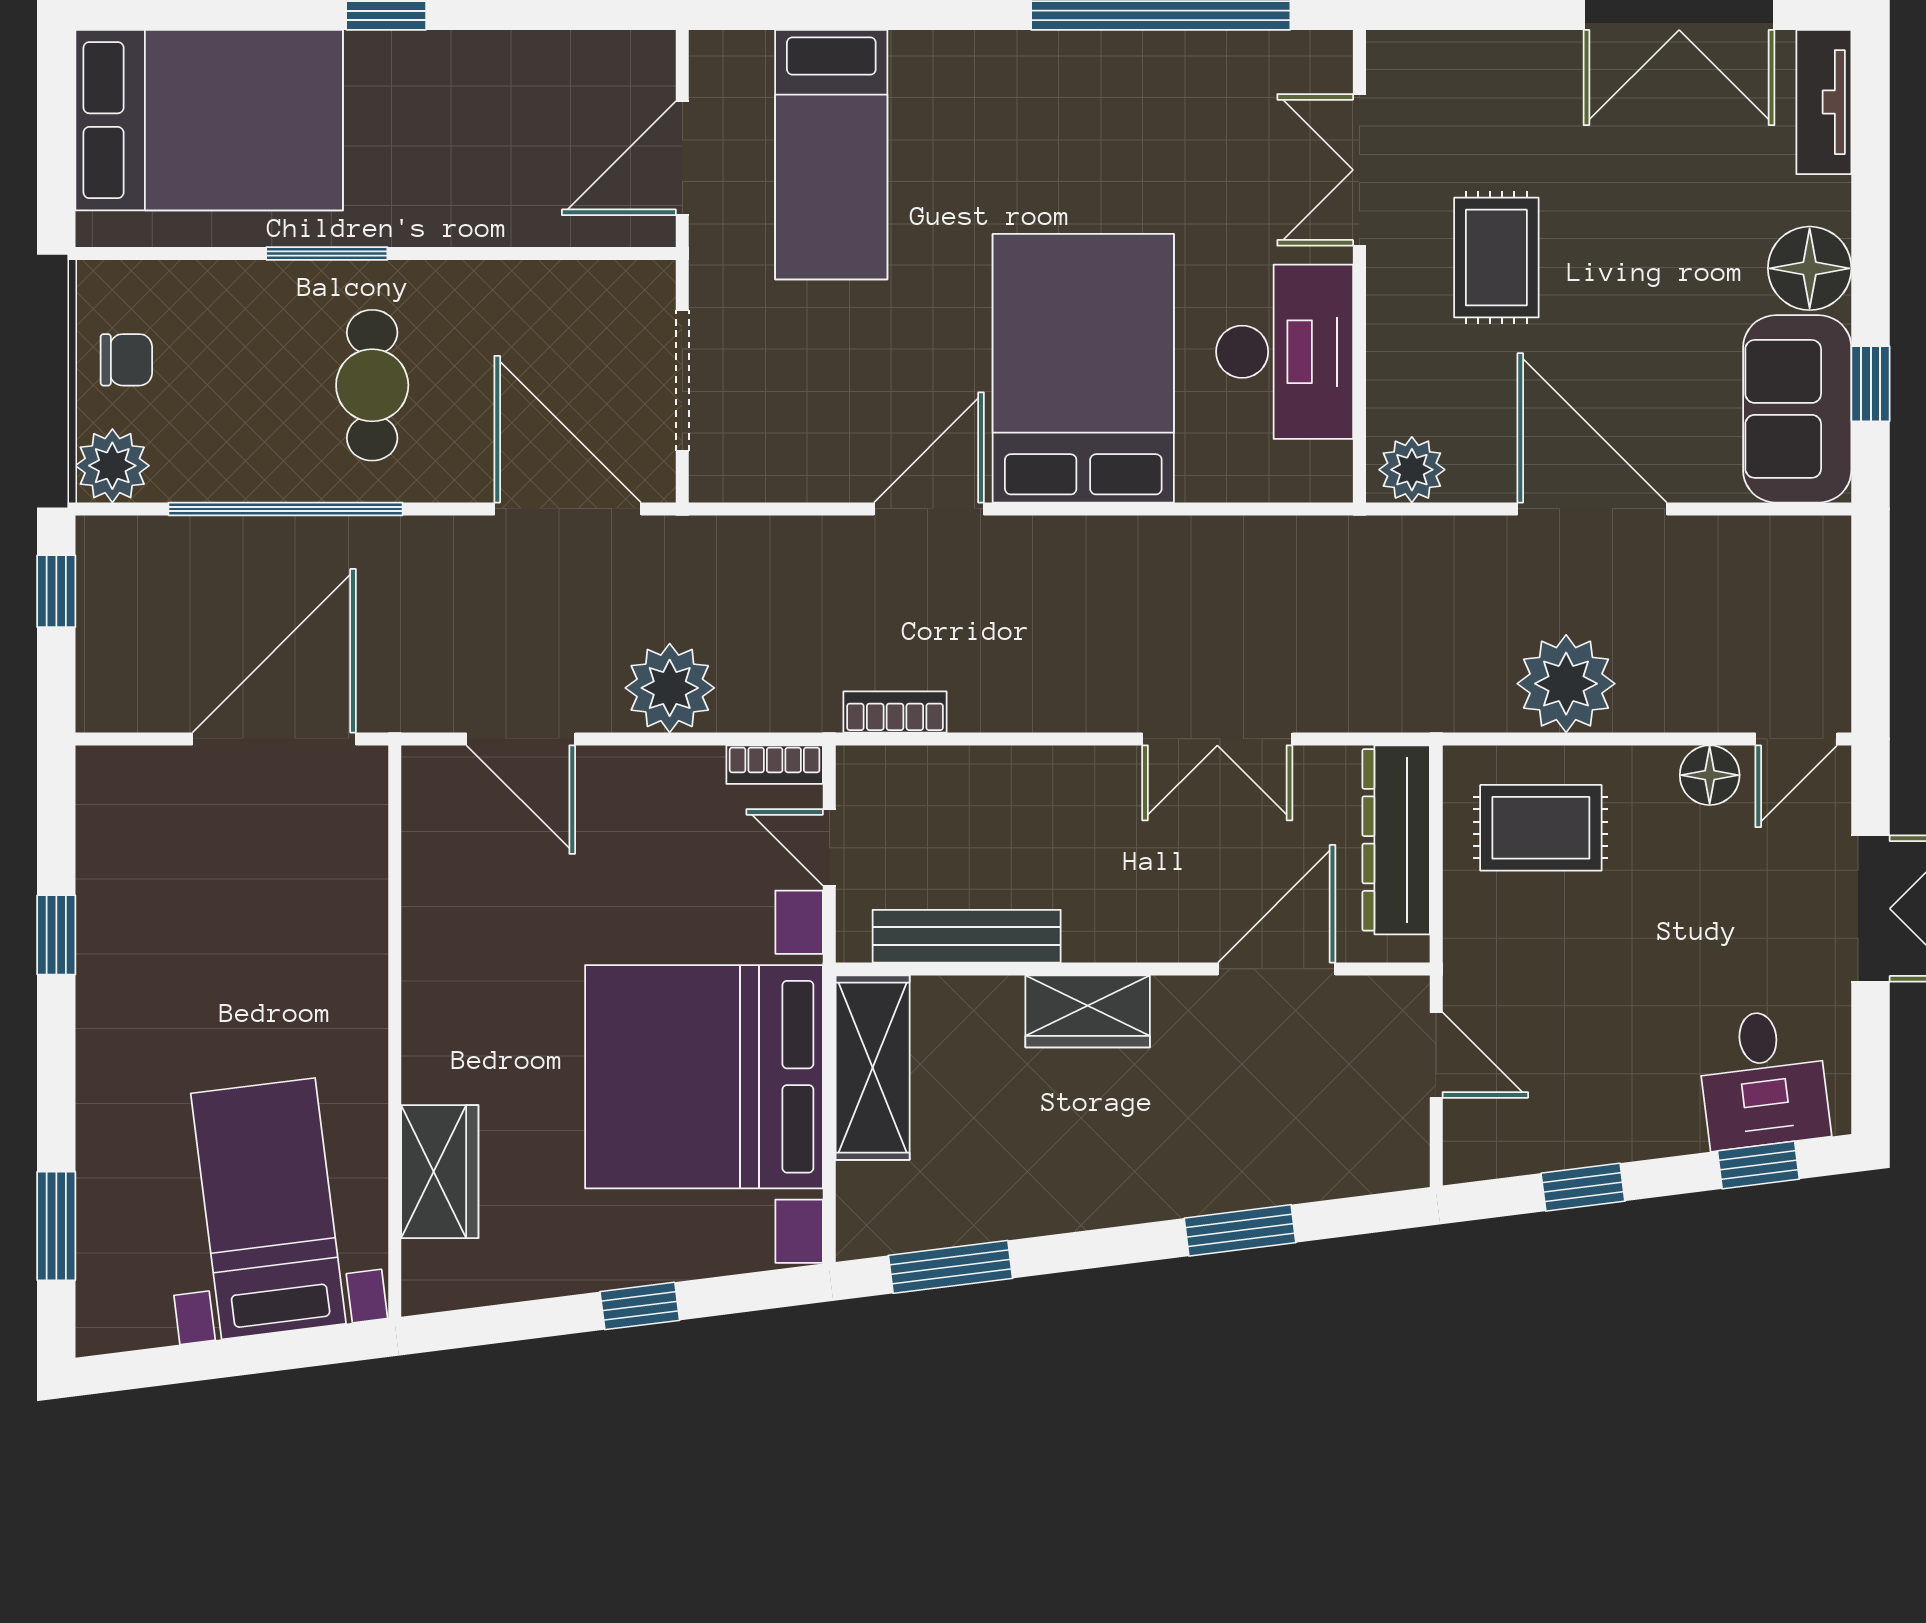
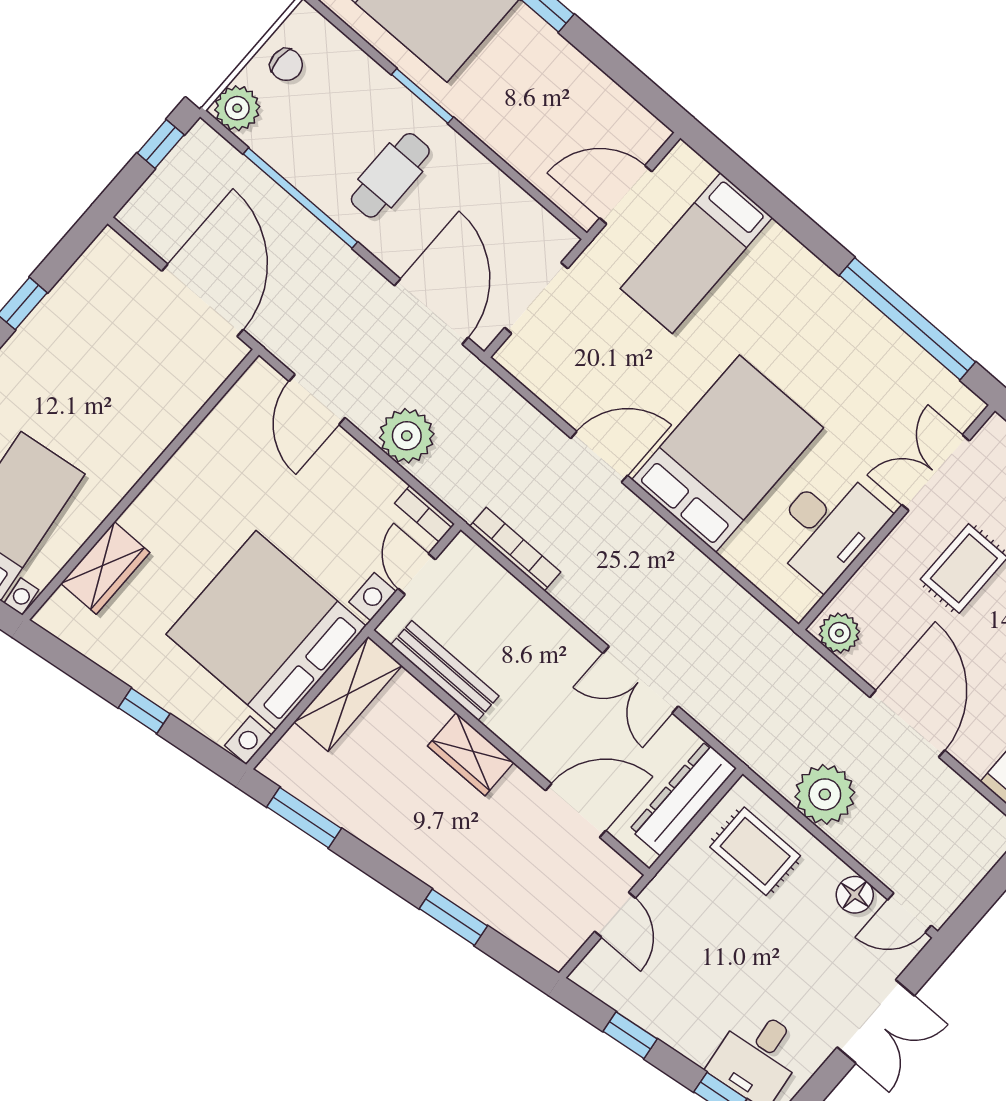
bookcase: (895, 712) -> (515, 549), width x1.56
door: (274, 739) -> (202, 300), hinge flipped

